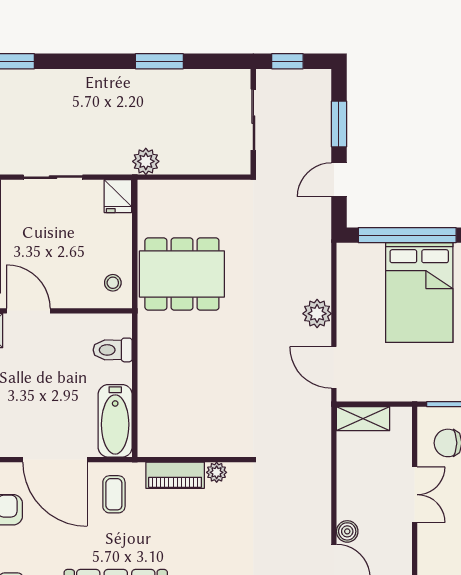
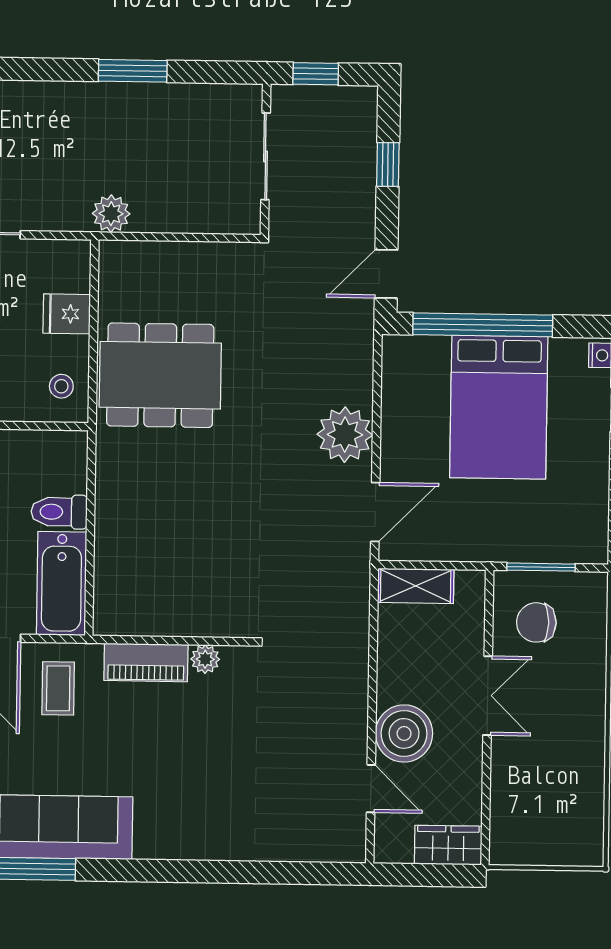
window: (339, 124) -> (388, 164), width x0.67
door: (339, 180) -> (386, 274), moved
fridge: (118, 196) -> (67, 314), moved, turned 90
plant: (317, 314) -> (345, 435), width x1.36, depth x1.36
toilet: (113, 350) -> (59, 512), moved
door: (334, 367) -> (375, 512), swing flipped
boiler: (347, 531) -> (404, 733), width x1.86, depth x1.86

